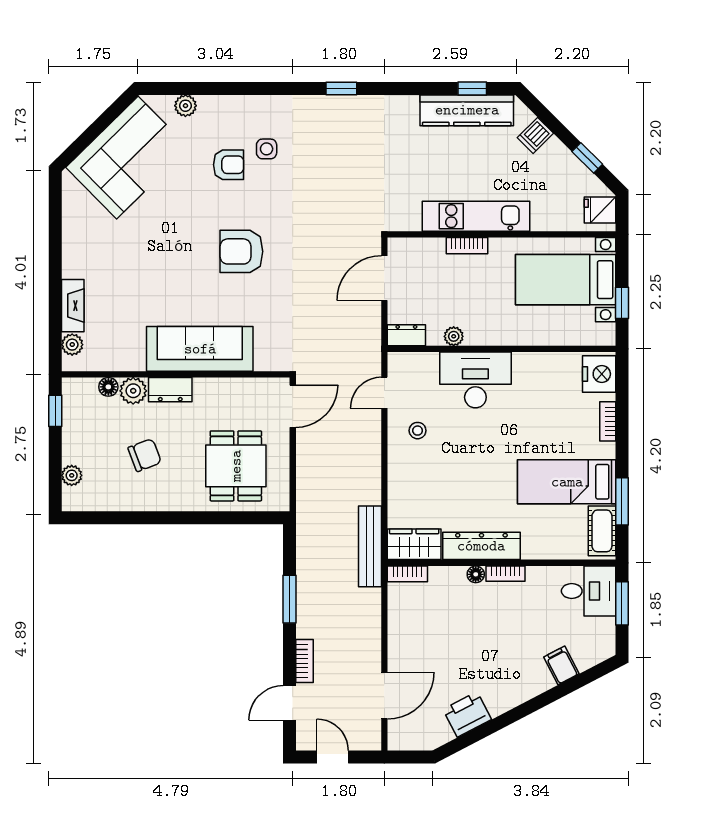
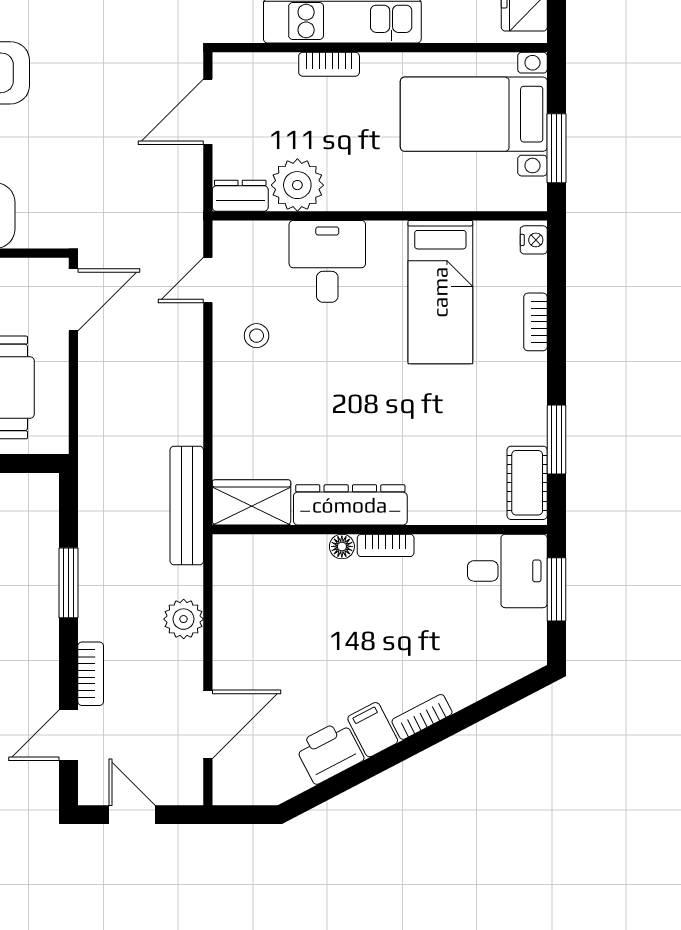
window: (622, 303) -> (556, 148), width x1.50
plant: (454, 336) -> (297, 185), width x1.88, depth x1.88
nightstand: (599, 374) -> (534, 240), width x0.53, depth x0.56
desk: (475, 380) -> (327, 261), width x0.73
bed: (567, 482) -> (440, 292), moved, turned -90
bookcase: (407, 574) -> (422, 717), moved, turned 152
plant: (368, 624) -> (184, 619), added
filing cabinet: (561, 665) -> (373, 730), moved

